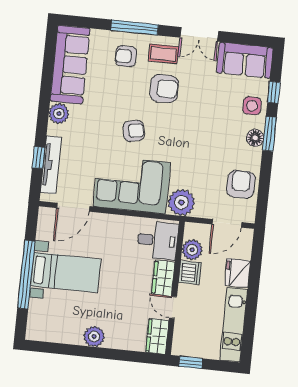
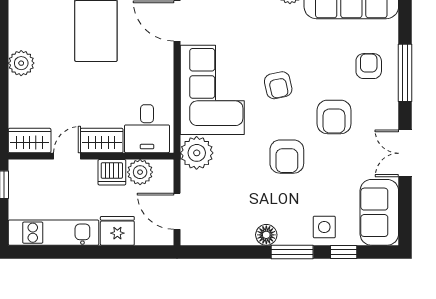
coffee table: (163, 54) -> (377, 112), removed
floor lamp: (255, 138) -> (266, 235), moved
armchair: (241, 184) -> (287, 157), moved, turned 90

